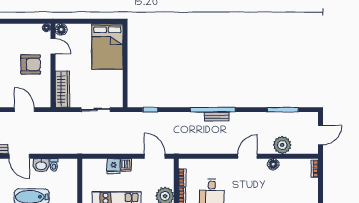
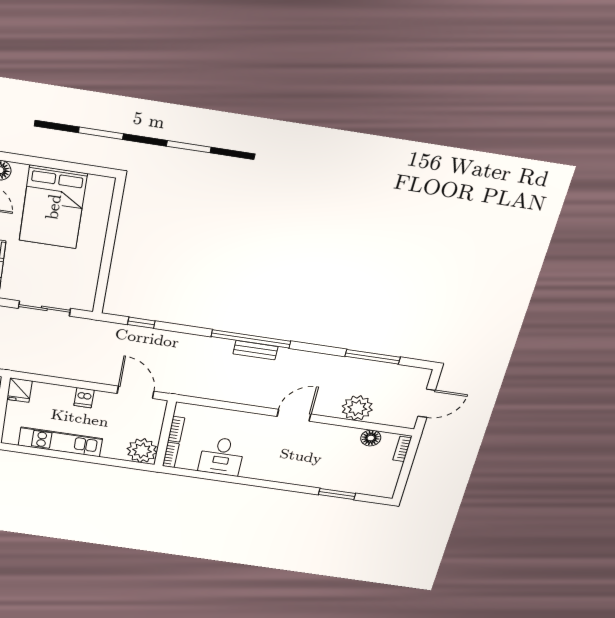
bed: (107, 46) -> (53, 207), moved
floor lamp: (273, 164) -> (371, 438), moved
fridge: (114, 166) -> (19, 390), moved

